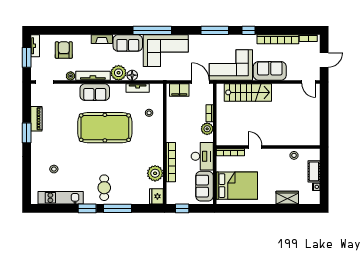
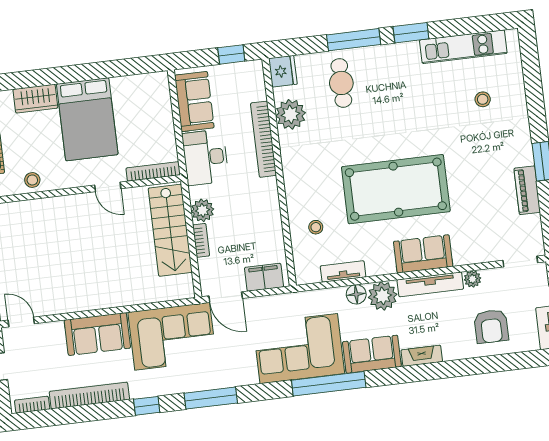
stairs: (248, 92) -> (170, 230), moved, turned -90
bed: (237, 186) -> (87, 119), moved, turned -90
cafe table: (104, 188) -> (341, 83), moved

